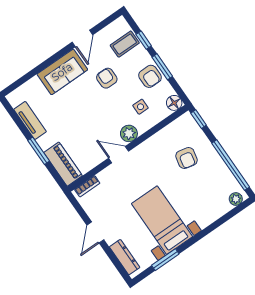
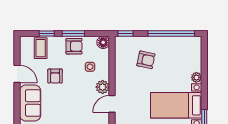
armchair: (107, 78) -> (55, 76), turned -90
plant: (236, 199) -> (196, 77), moved

